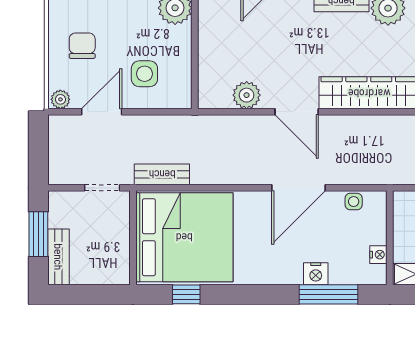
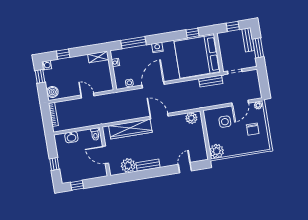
plant: (247, 95) -> (191, 118), moved
nightstand: (316, 274) -> (157, 47), moved
window: (90, 294) -> (233, 26), added

